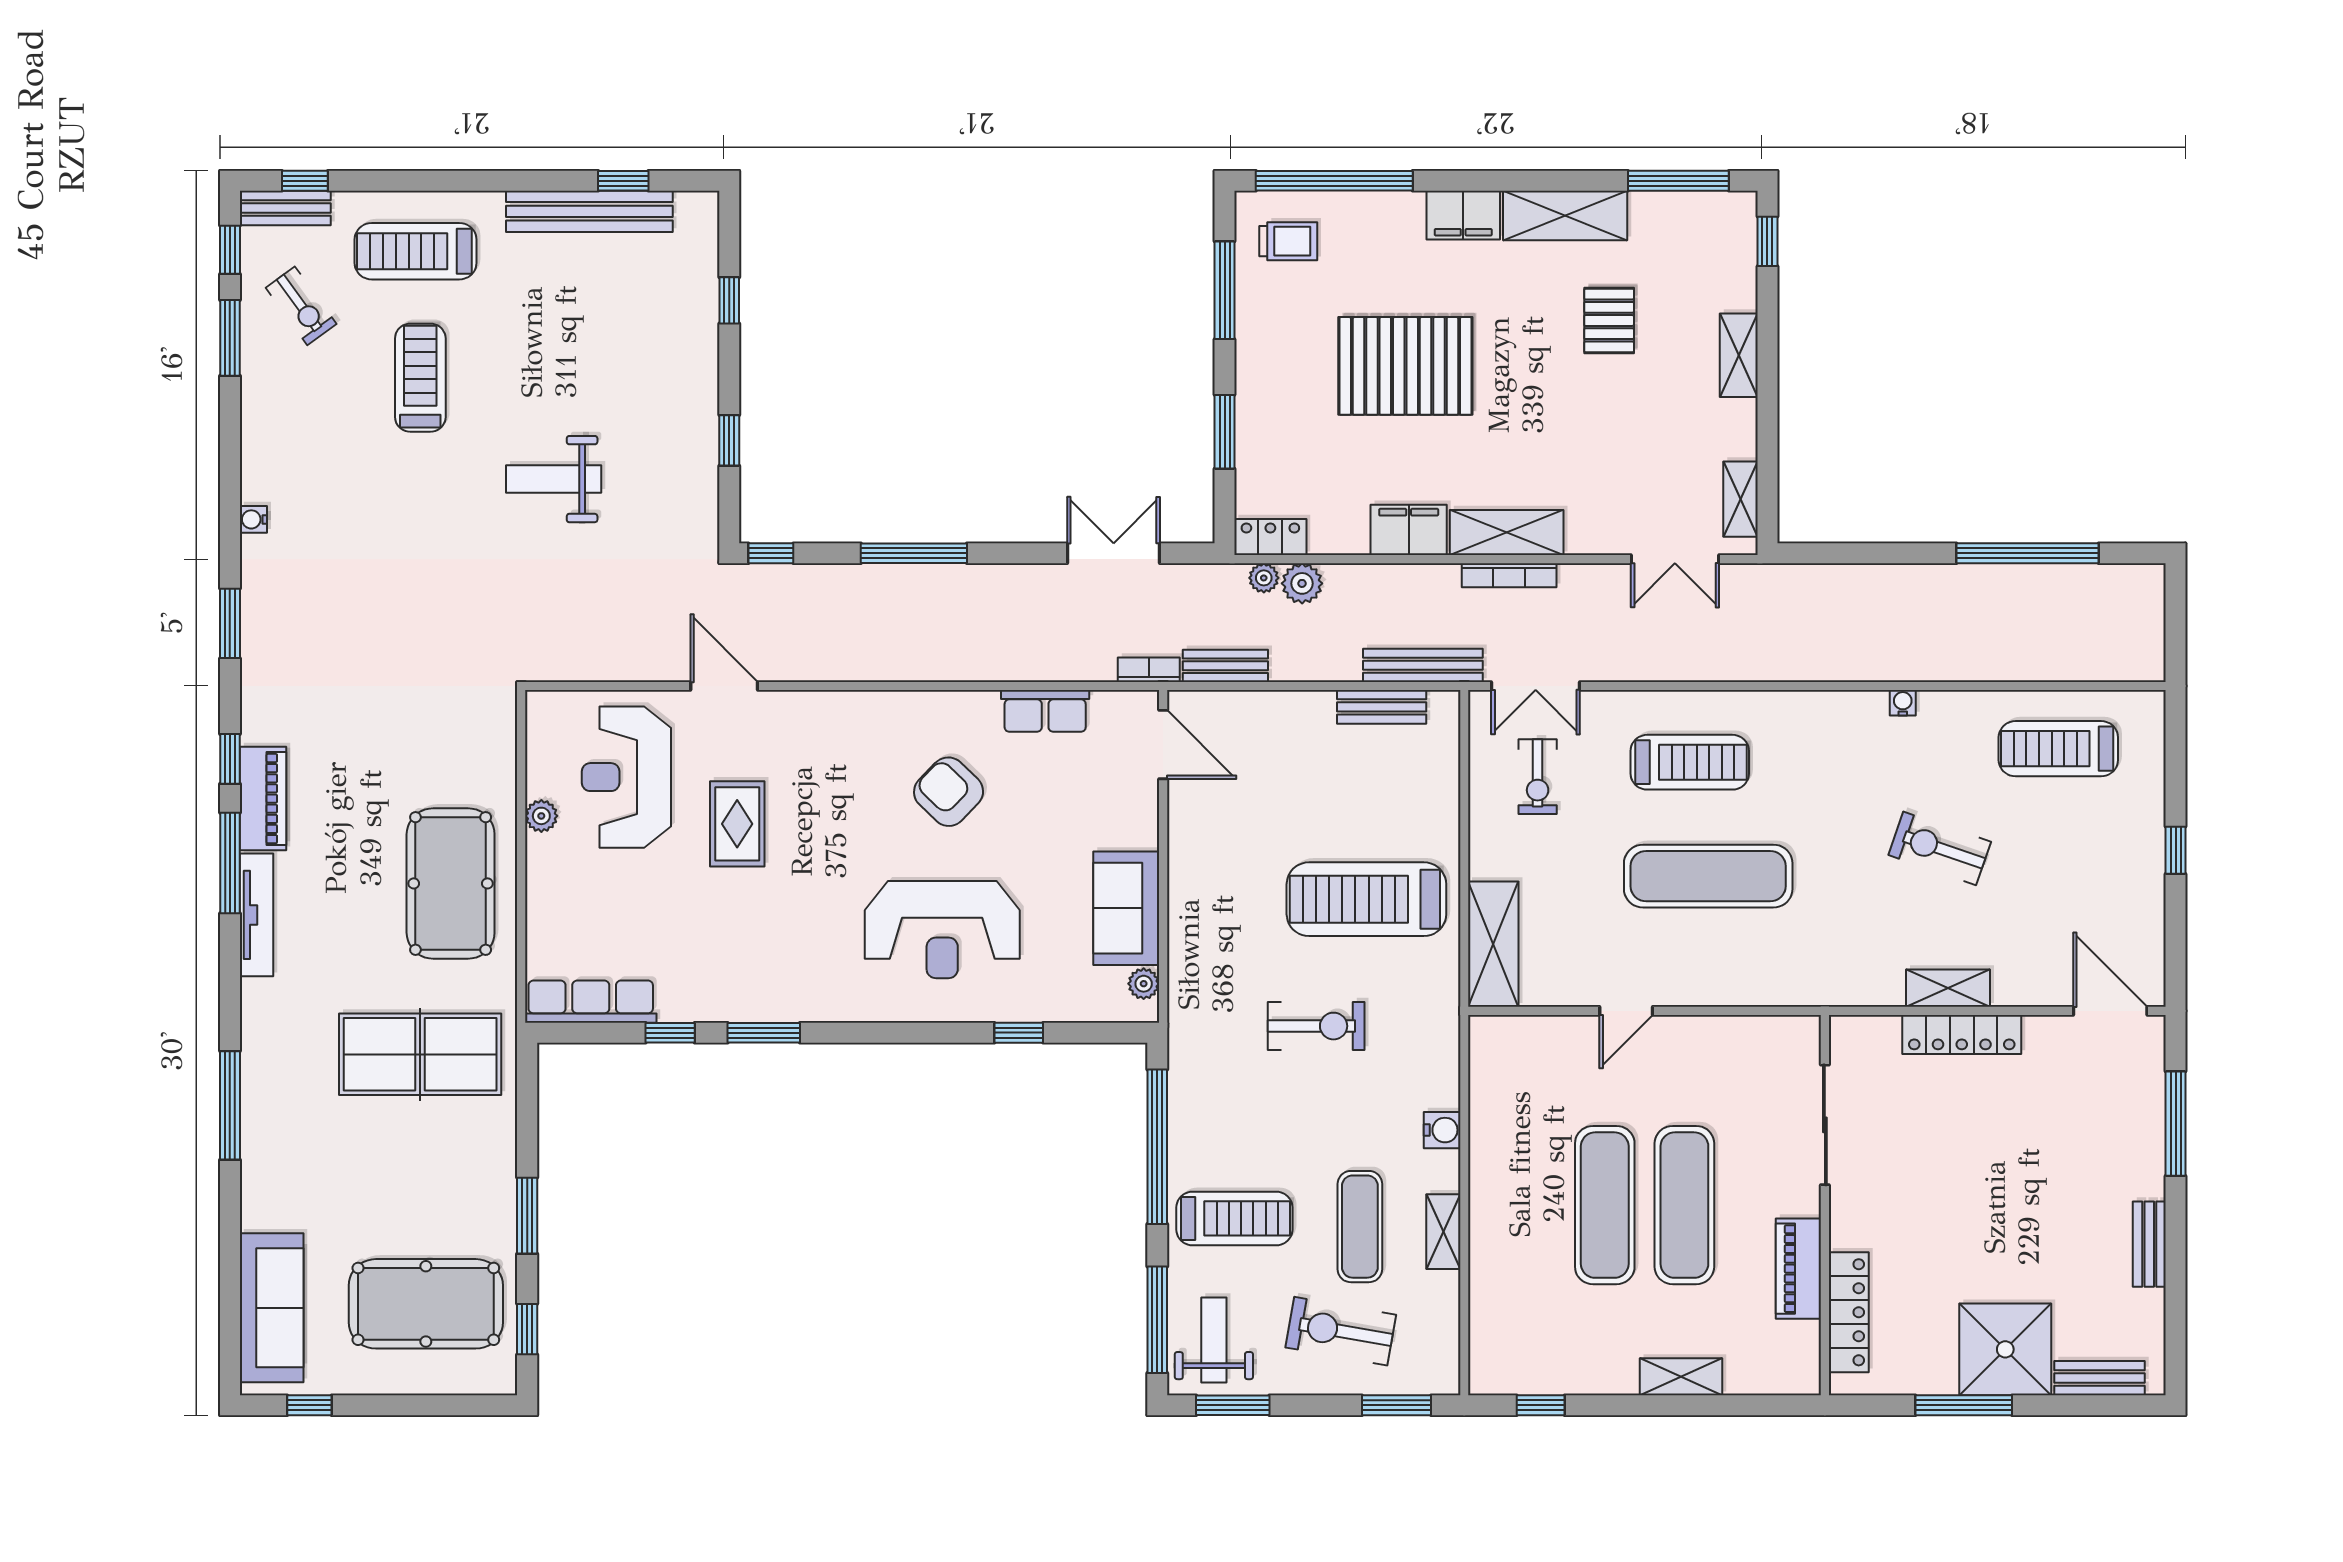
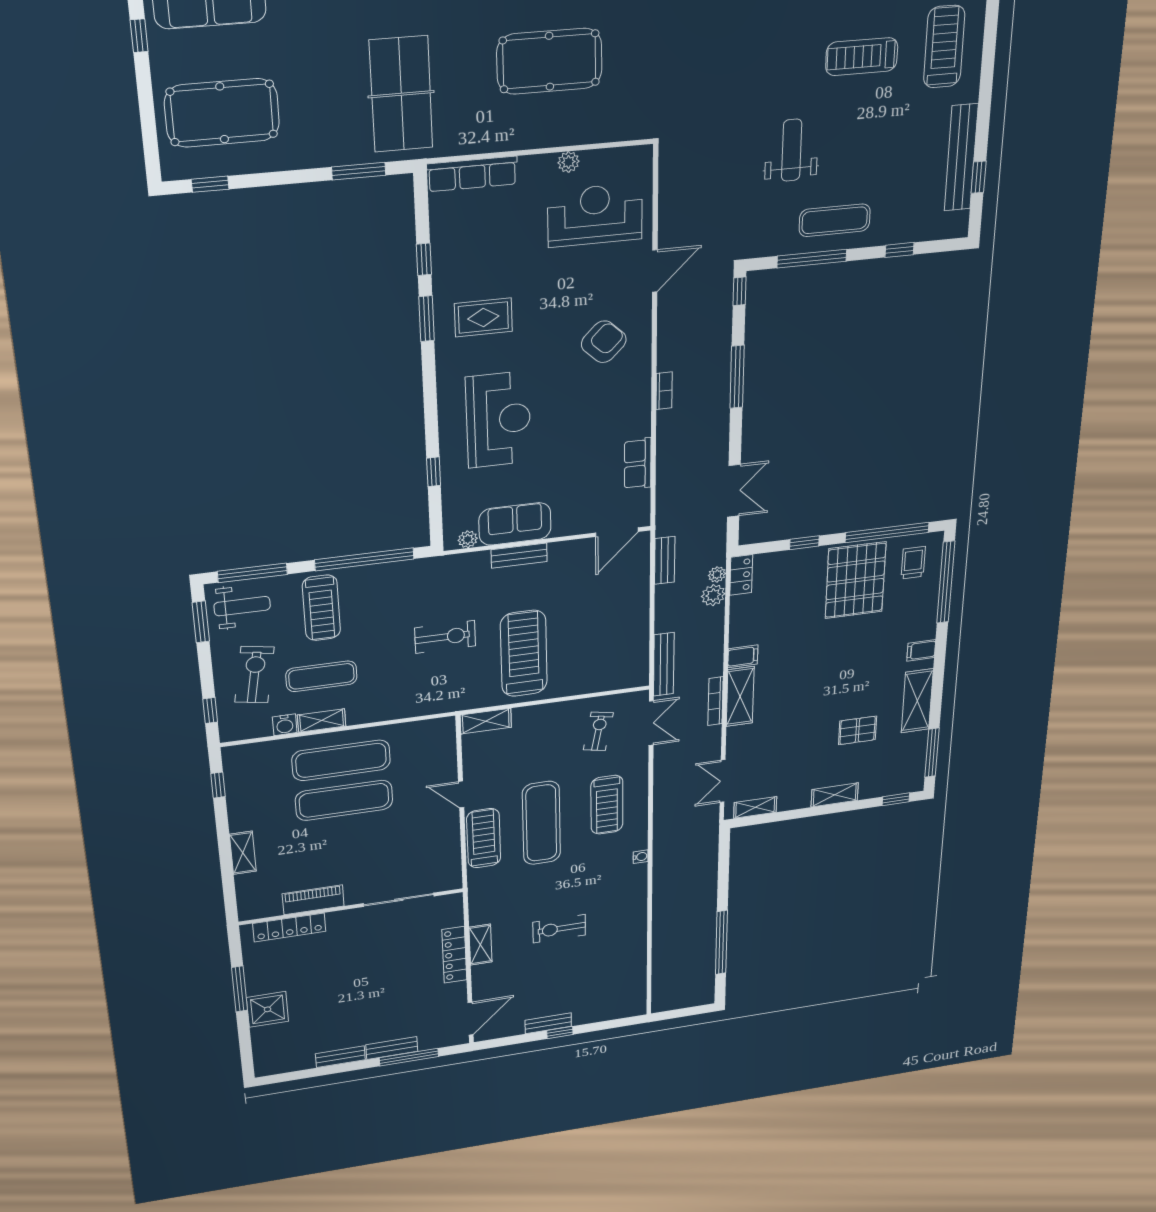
filing cabinet: (1463, 215) -> (921, 650), width x0.50
trolley: (1288, 241) -> (913, 563), turned 180
window: (1225, 290) -> (887, 532), width x1.46
pallet: (1405, 366) -> (856, 580), moved
treadmill: (420, 378) -> (862, 57), turned 180
exercise mat: (671, 407) -> (835, 220), added
window: (1225, 432) -> (804, 543), width x0.67
window: (729, 440) -> (812, 259), width x2.17
filing cabinet: (1409, 530) -> (743, 656), width x0.50
bookcase: (1149, 670) -> (664, 391), moved
double door: (1536, 686) -> (651, 723), swing flipped
water cooler: (1903, 703) -> (641, 857), moved
bench: (1382, 707) -> (519, 556), moved, turned 90
treadmill: (2058, 749) -> (484, 838), moved
exercise bike: (1538, 777) -> (598, 731), turned 101
armchair: (949, 792) -> (604, 342), moved
rug: (737, 824) -> (483, 318), moved
exercise bike: (1940, 848) -> (559, 929), turned -109
bench: (2150, 871) -> (548, 1023), added
pool table: (451, 883) -> (550, 61), moved
reception desk: (942, 930) -> (498, 420), turned 180
shelving: (1493, 944) -> (486, 721), width x0.67, depth x0.75
row of seats: (591, 1002) -> (472, 174), moved, turned 90
exercise bike: (1316, 1026) -> (445, 637), turned -90
water cooler: (1442, 1130) -> (285, 725), moved
exercise mat: (1684, 1205) -> (341, 760), moved
window: (527, 1216) -> (359, 171), moved
pool table: (426, 1304) -> (222, 113), turned 90
shower: (2005, 1349) -> (267, 1009), width x0.73, depth x0.73
bench: (2099, 1378) -> (392, 1048), moved, turned 90
window: (1397, 1405) -> (210, 710), width x0.67

